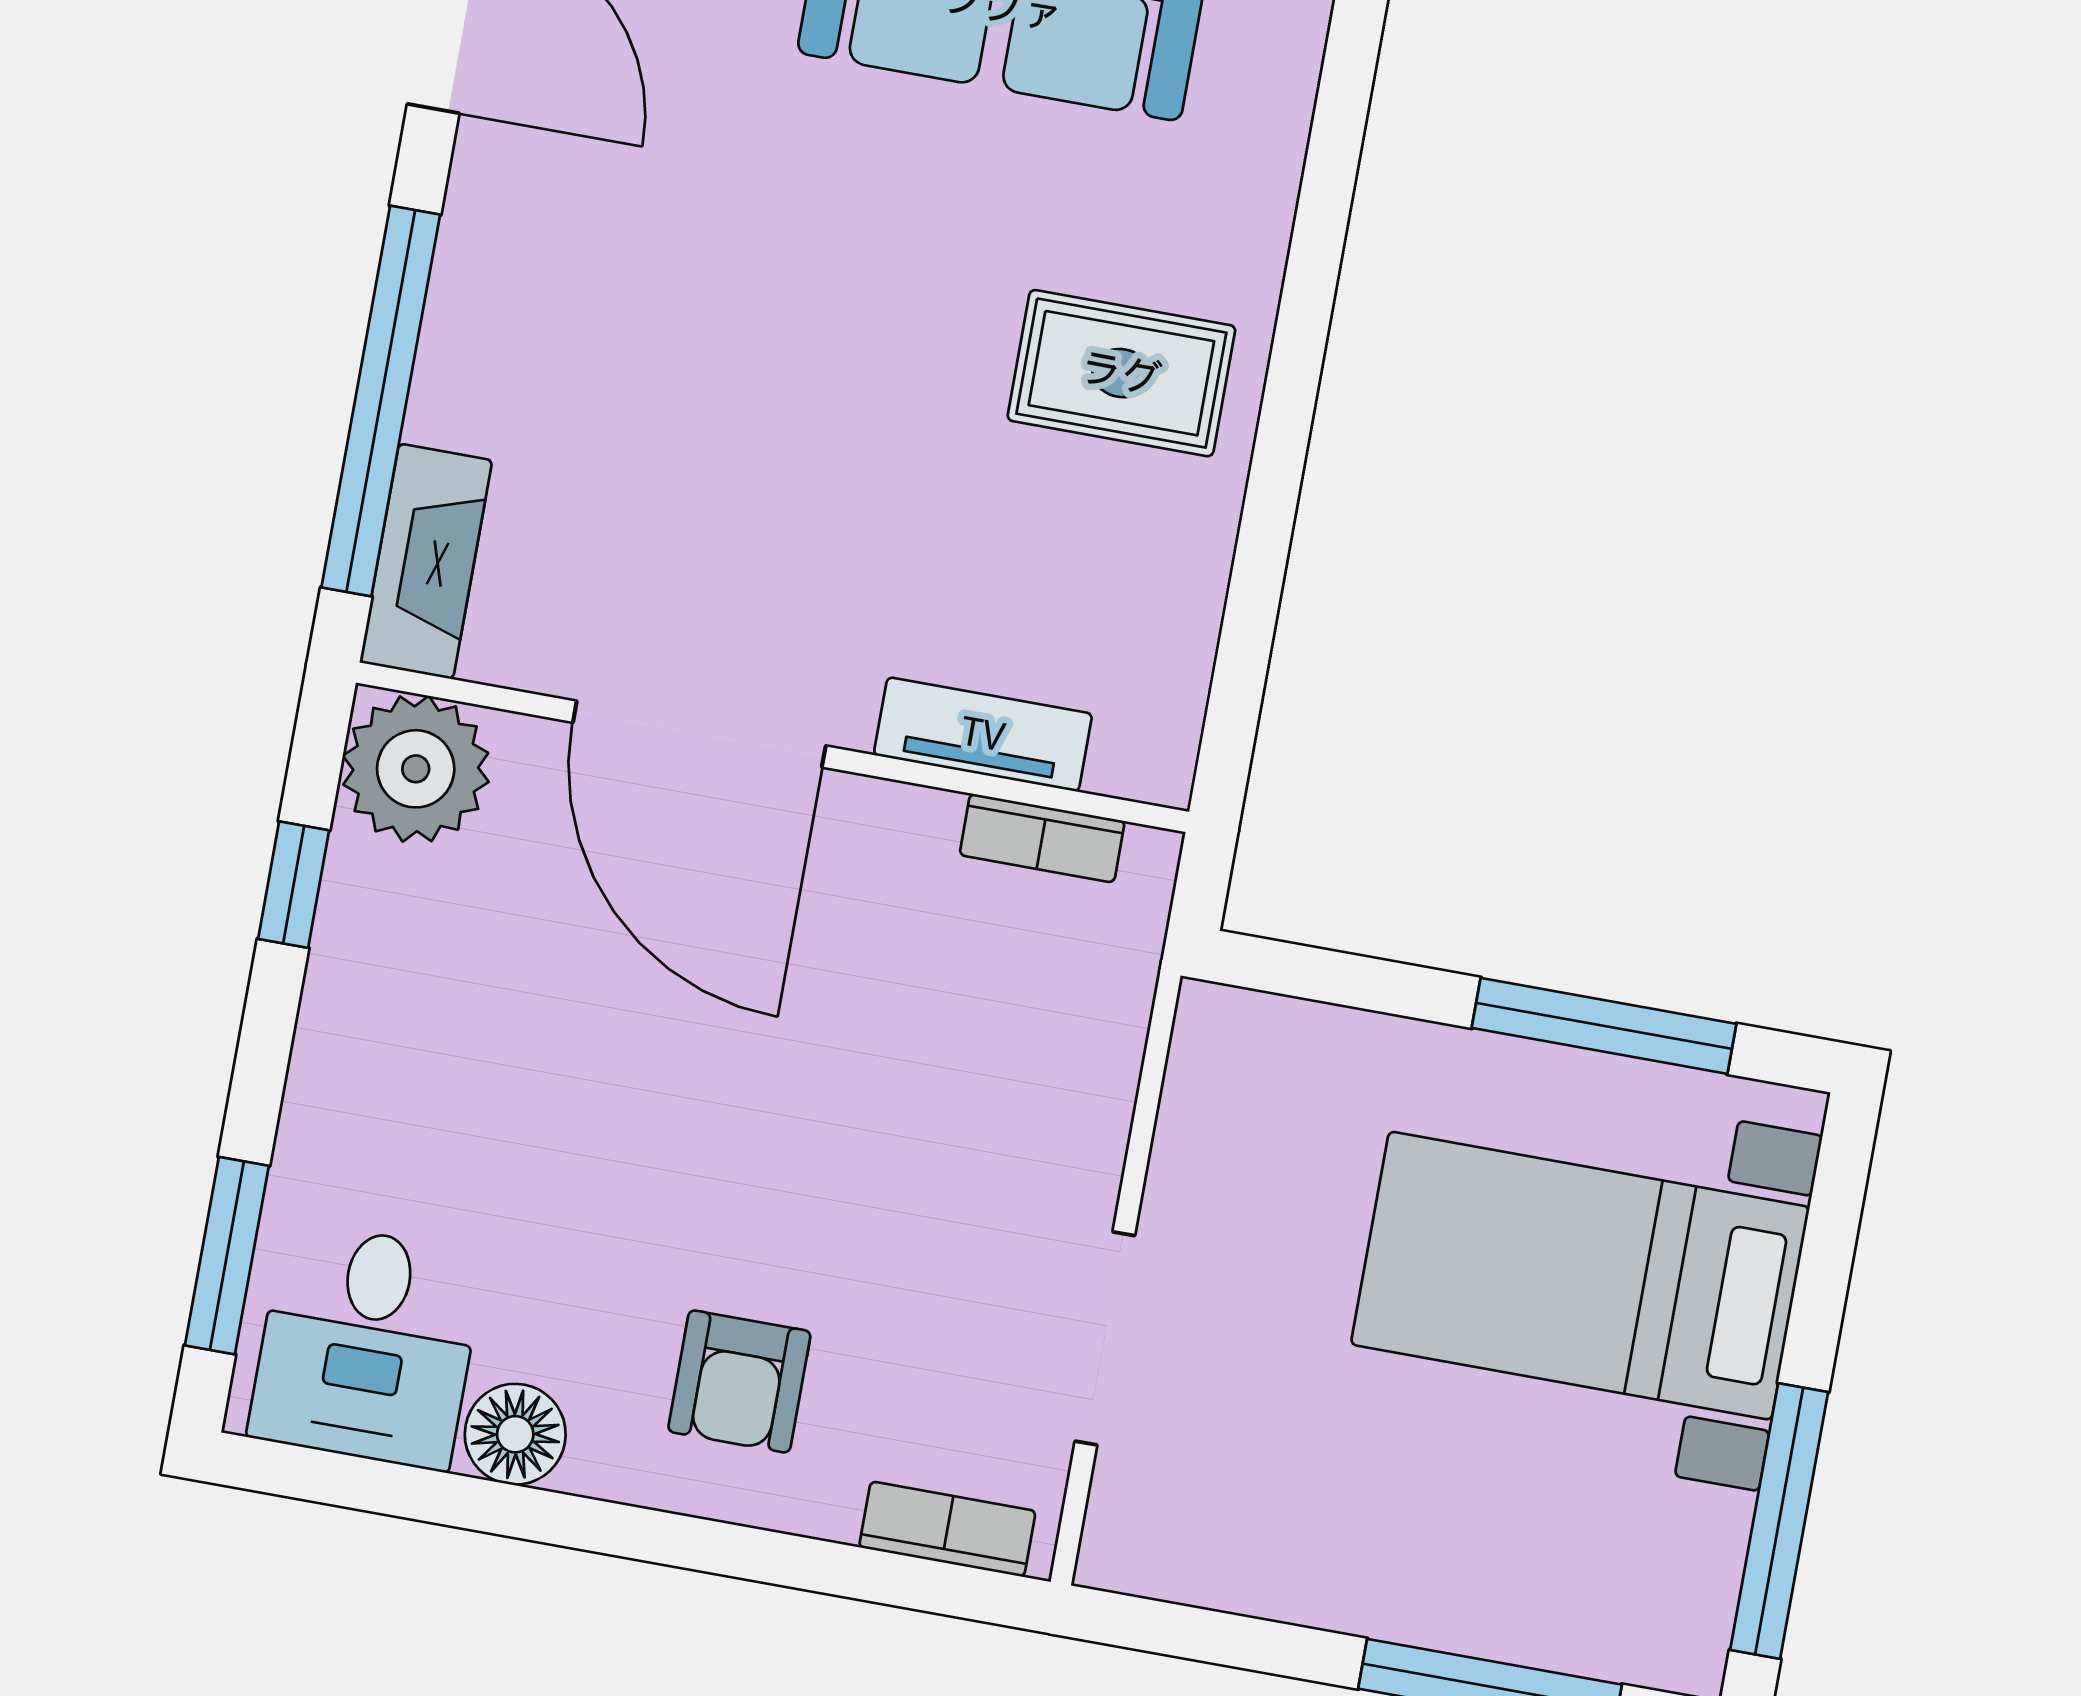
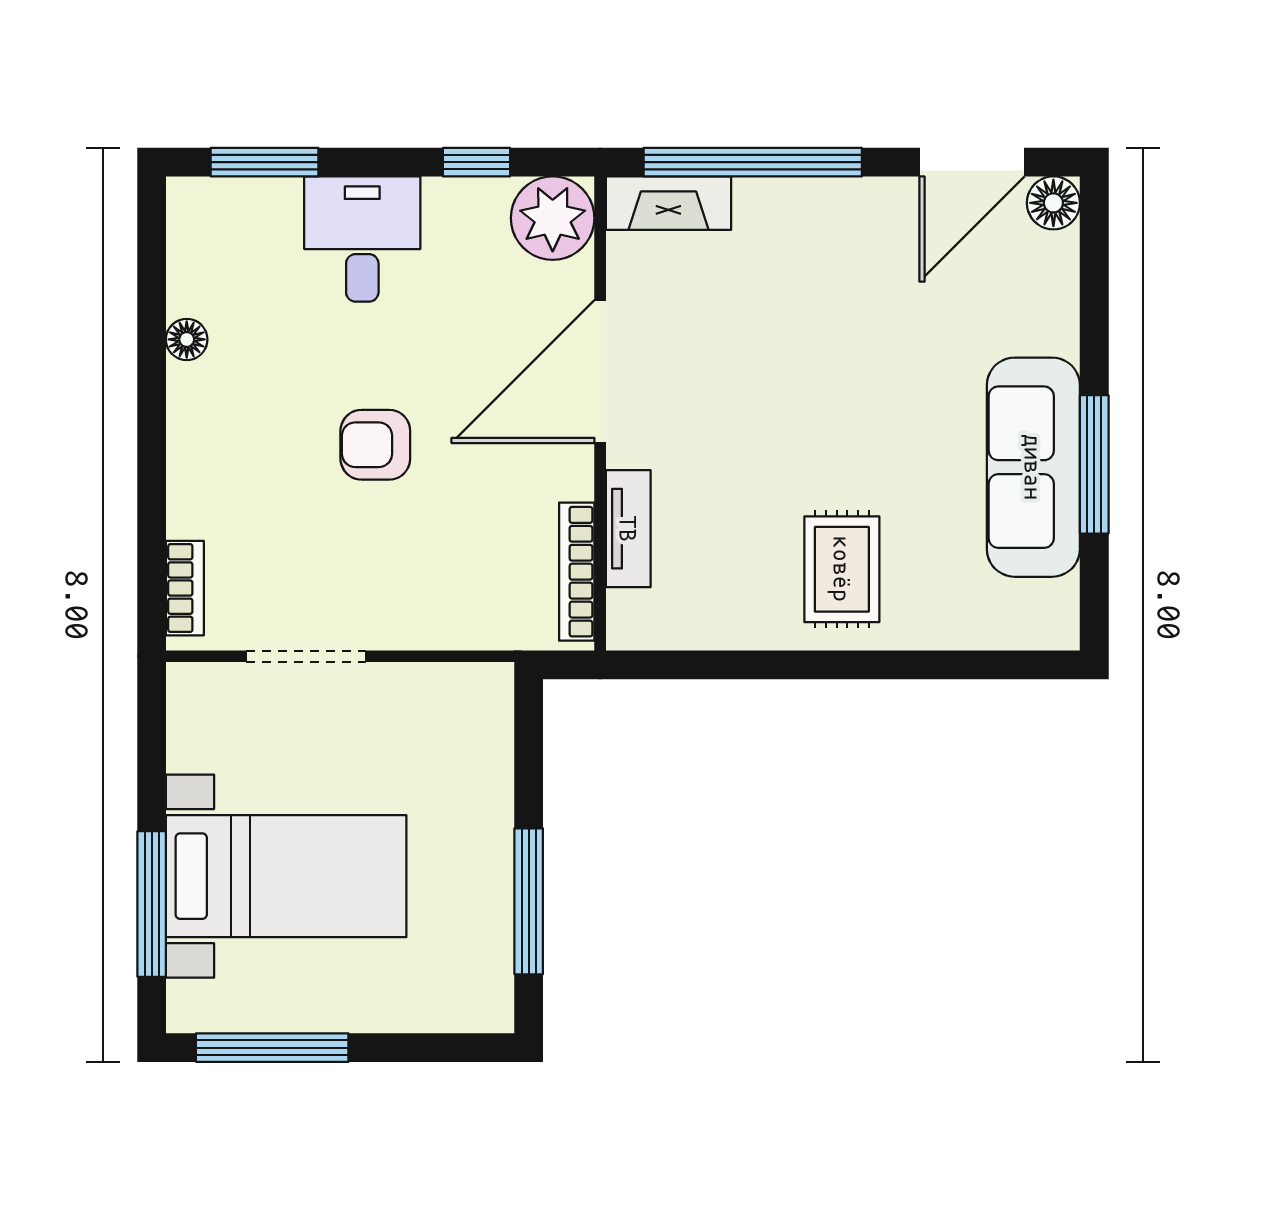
bookcase: (1042, 838) -> (577, 572), width x1.56
bed with nightstands: (1580, 1276) -> (286, 876), moved, turned 90
desk: (367, 1346) -> (362, 239), moved, turned 90
armchair: (739, 1381) -> (375, 445), moved
floor lamp: (515, 1434) -> (187, 339), width x0.73, depth x0.73

